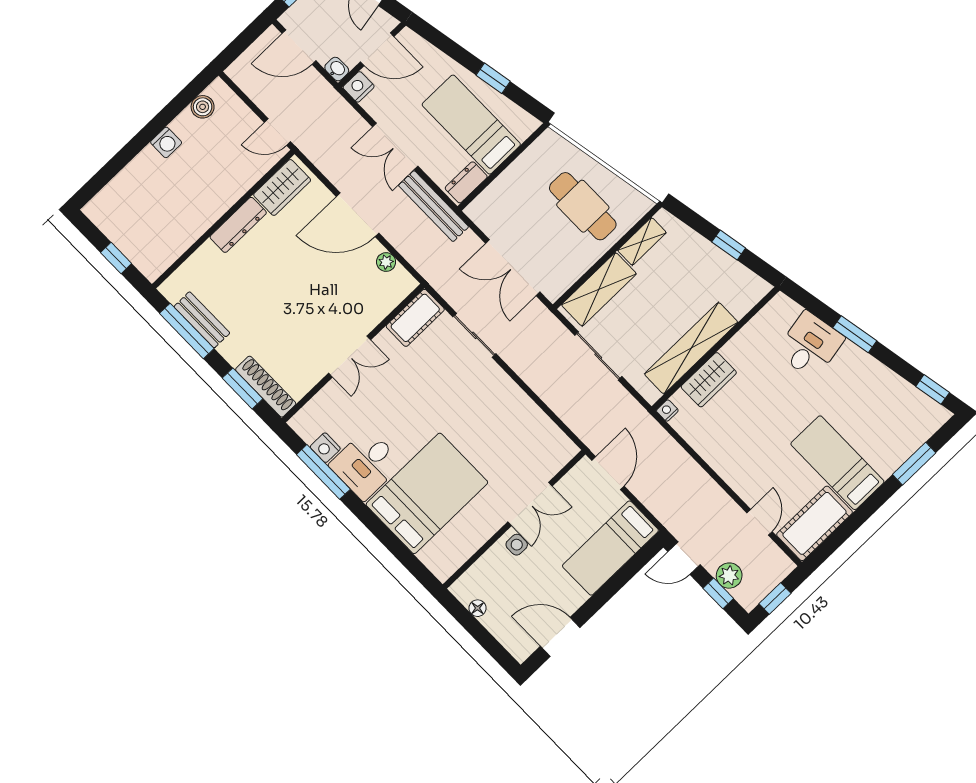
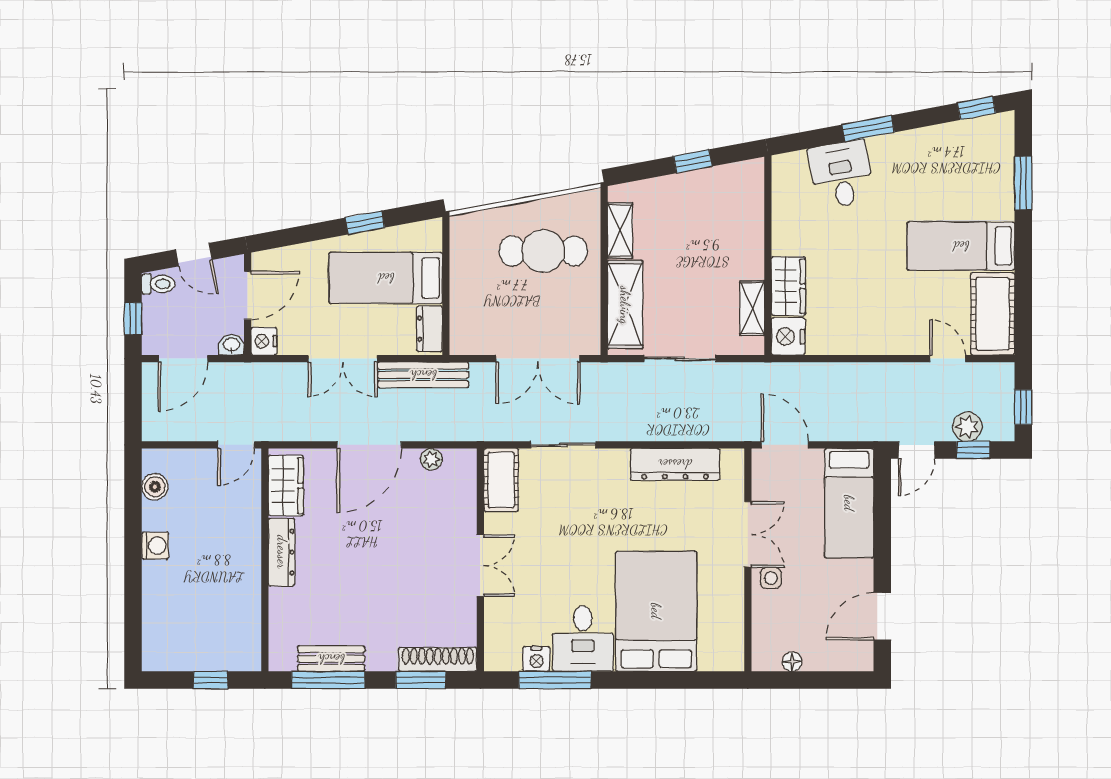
shelving: (691, 348) -> (752, 308), width x0.45, depth x0.75
nightstand: (667, 411) -> (788, 336), width x1.89, depth x1.79
dresser: (530, 417) -> (675, 464), added

